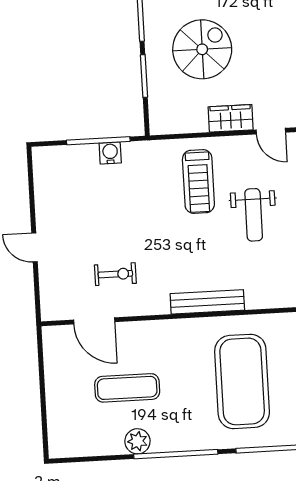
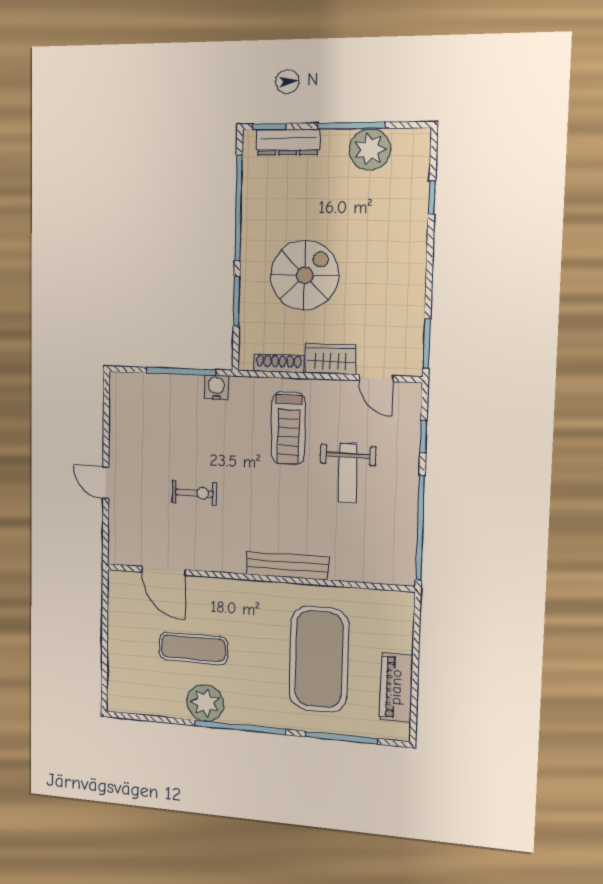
shoe rack: (185, 126) -> (279, 363), added
water cooler: (110, 153) -> (216, 387), moved
exercise bike: (115, 274) -> (194, 493), moved
plant: (137, 441) -> (205, 703), width x1.36, depth x1.36

